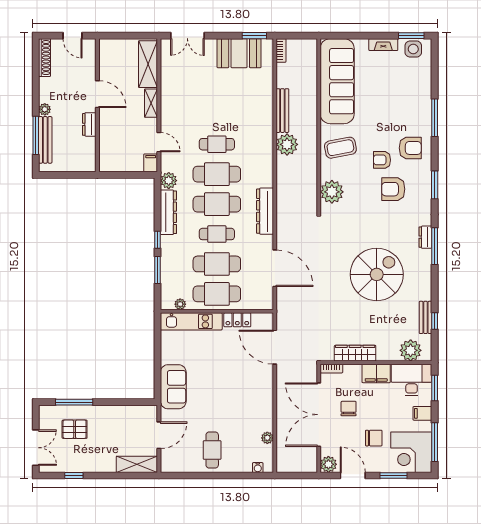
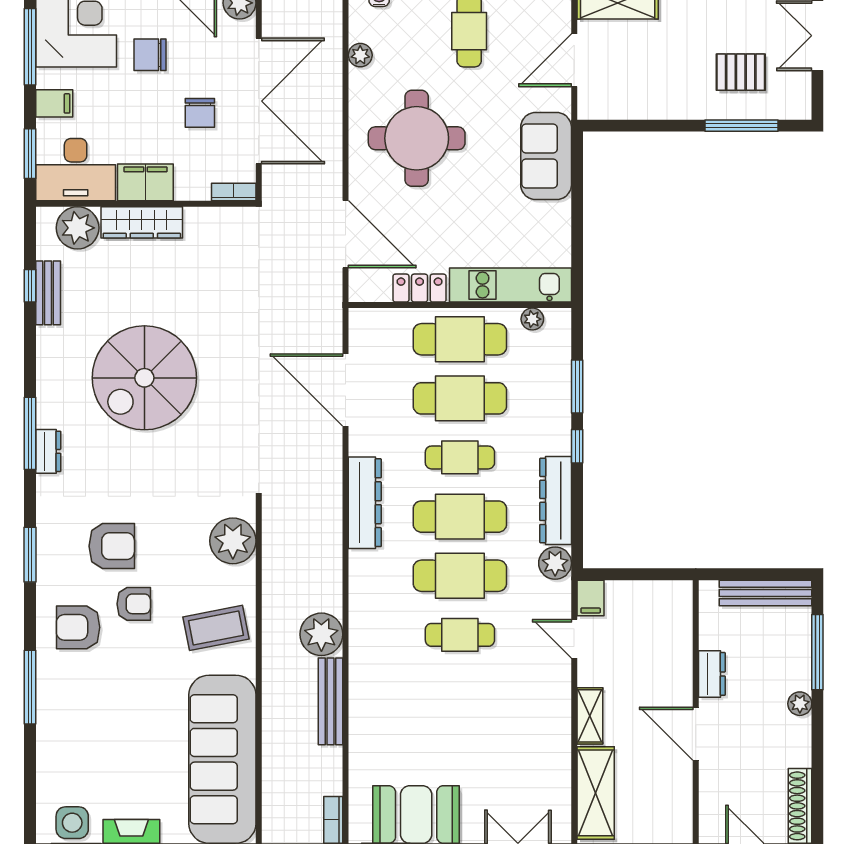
bench: (45, 140) -> (765, 593), moved, turned 90
wardrobe: (355, 353) -> (142, 222), moved
round table: (239, 396) -> (417, 138), added

